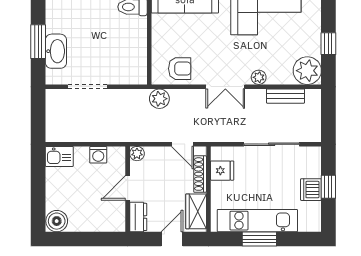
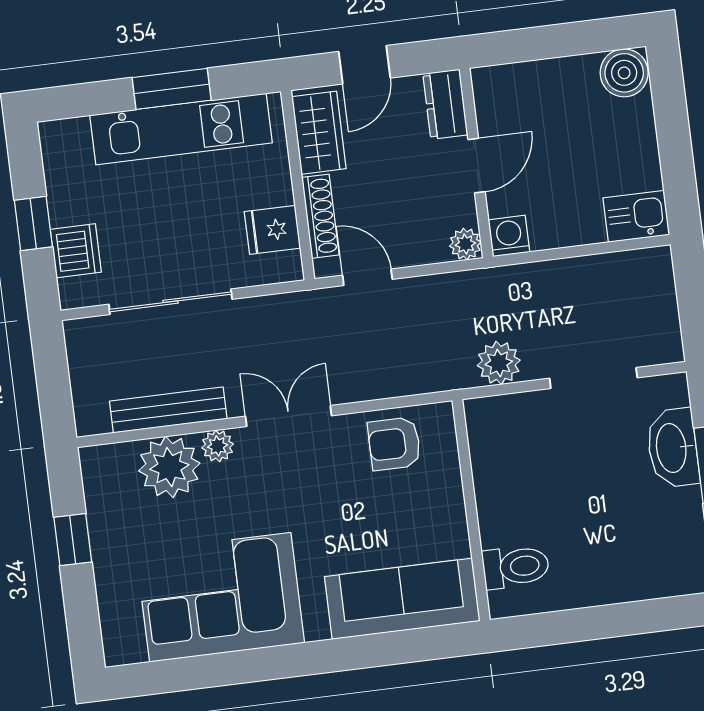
plant: (307, 71) -> (169, 467), moved
bench: (285, 96) -> (168, 410), width x1.36
plant: (159, 99) -> (499, 363), moved
washing machine: (98, 155) -> (509, 236), moved
dishwasher: (311, 190) -> (76, 251), moved

